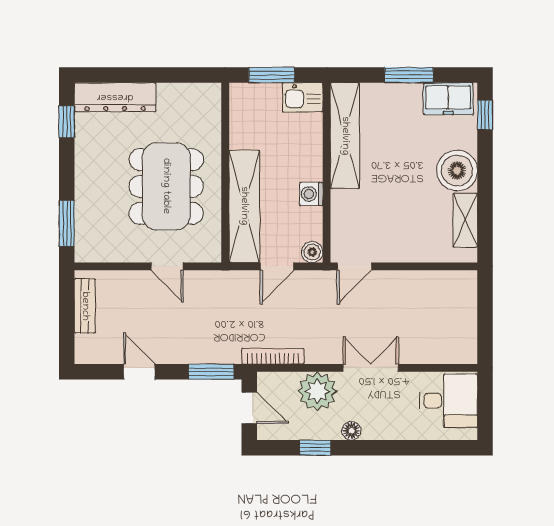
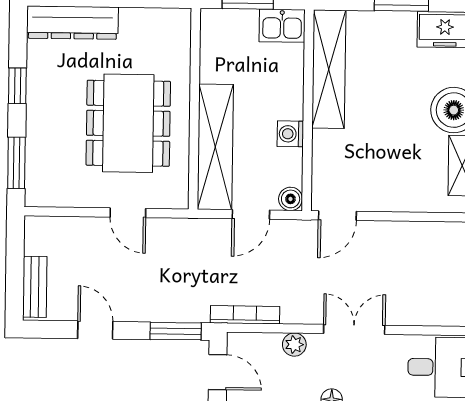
window: (67, 122) -> (17, 86), moved
bench: (85, 306) -> (35, 287), moved
plant: (317, 391) -> (294, 345), width x0.53, depth x0.53

